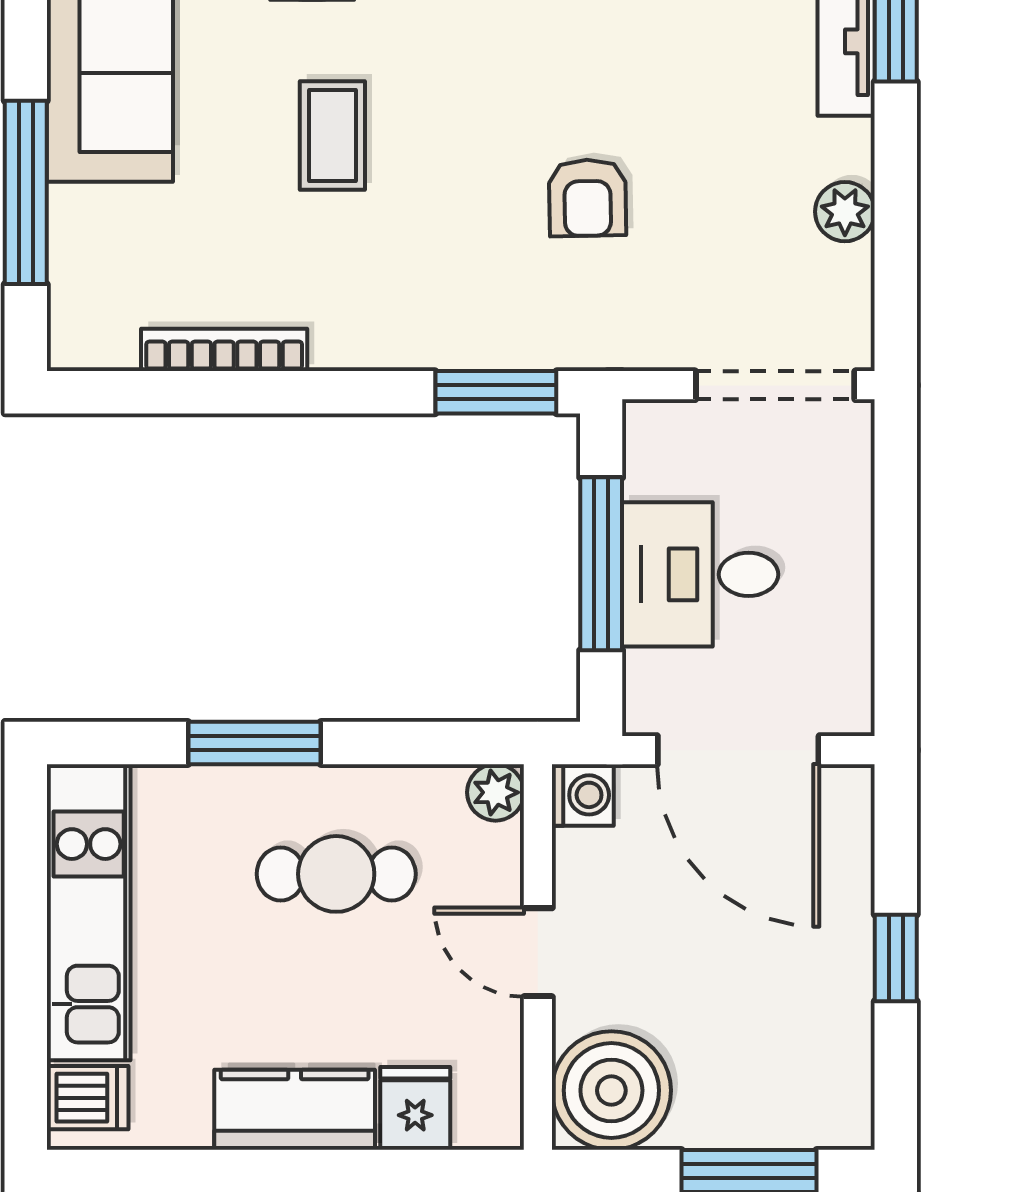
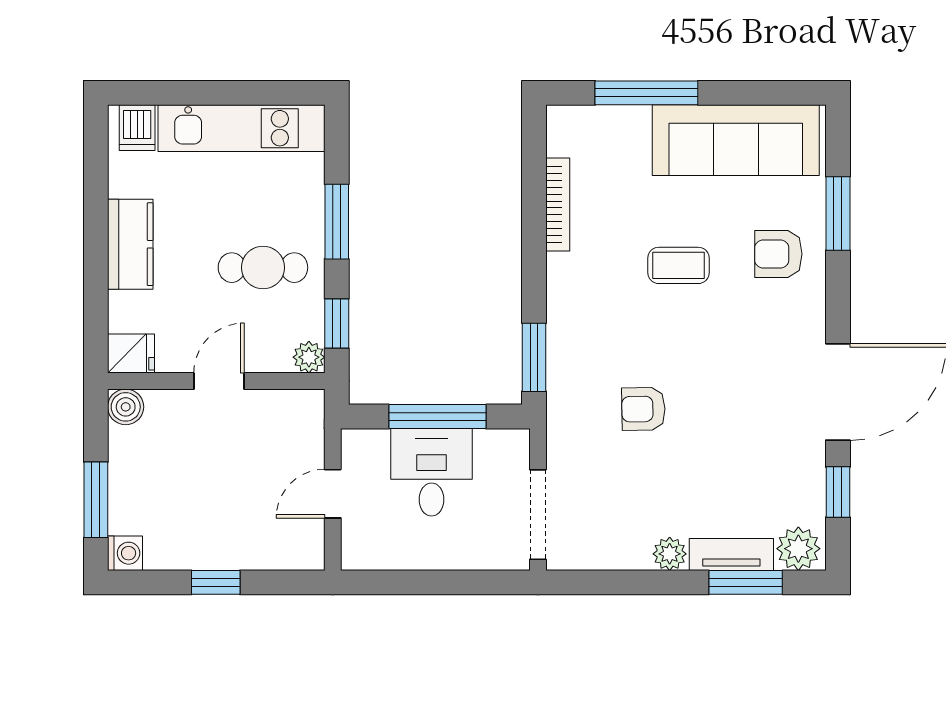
plant: (845, 212) -> (670, 554), moved
window: (436, 743) -> (337, 324), added
door: (738, 750) -> (333, 494), width x0.53
washing machine: (583, 795) -> (125, 553), moved, turned -90
cafe table: (336, 874) -> (263, 268), turned 90
boiler: (611, 1090) -> (126, 407), width x0.54, depth x0.54
fridge: (415, 1108) -> (131, 354), moved

